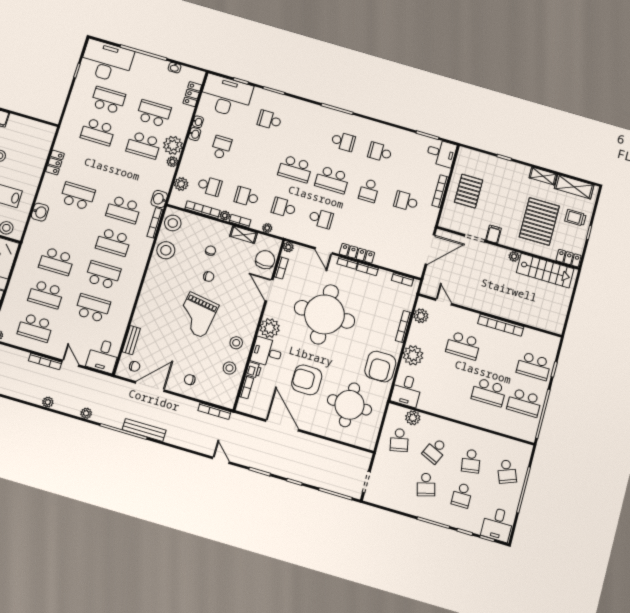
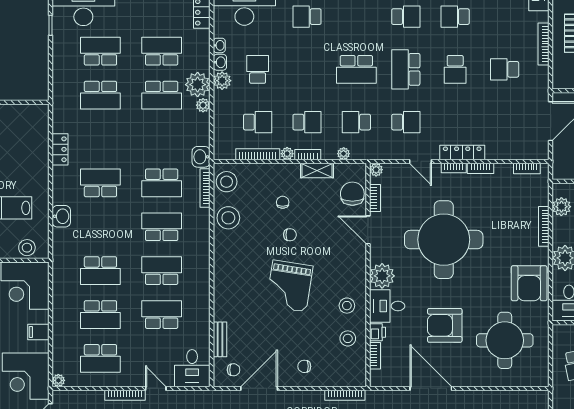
school desk: (332, 180) -> (406, 69), turned 90
plant: (181, 184) -> (222, 81), moved
school desk: (247, 197) -> (307, 122), turned 180
school desk: (113, 242) -> (162, 227), turned 180

